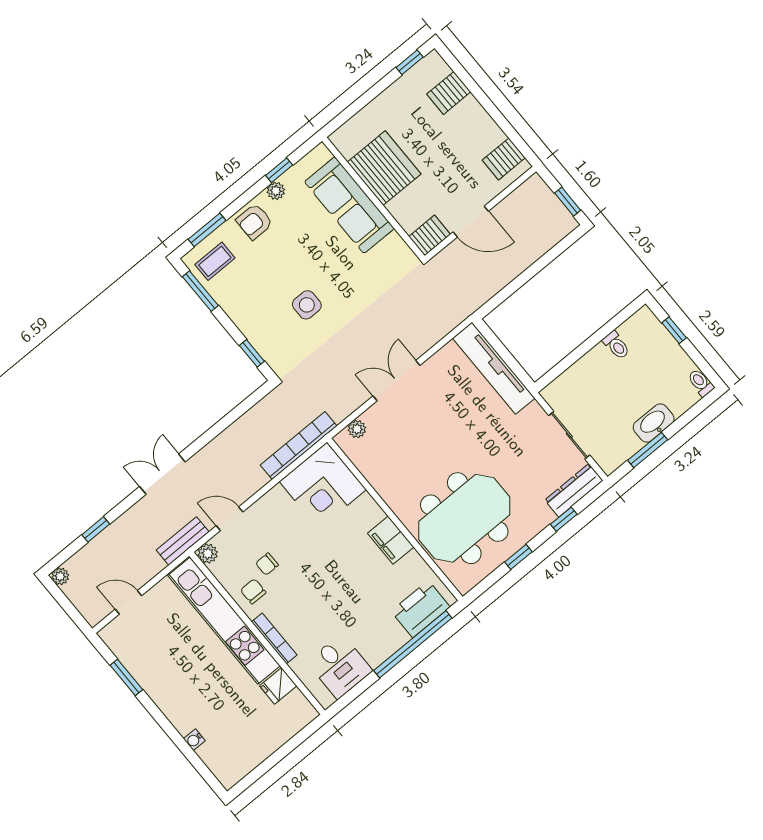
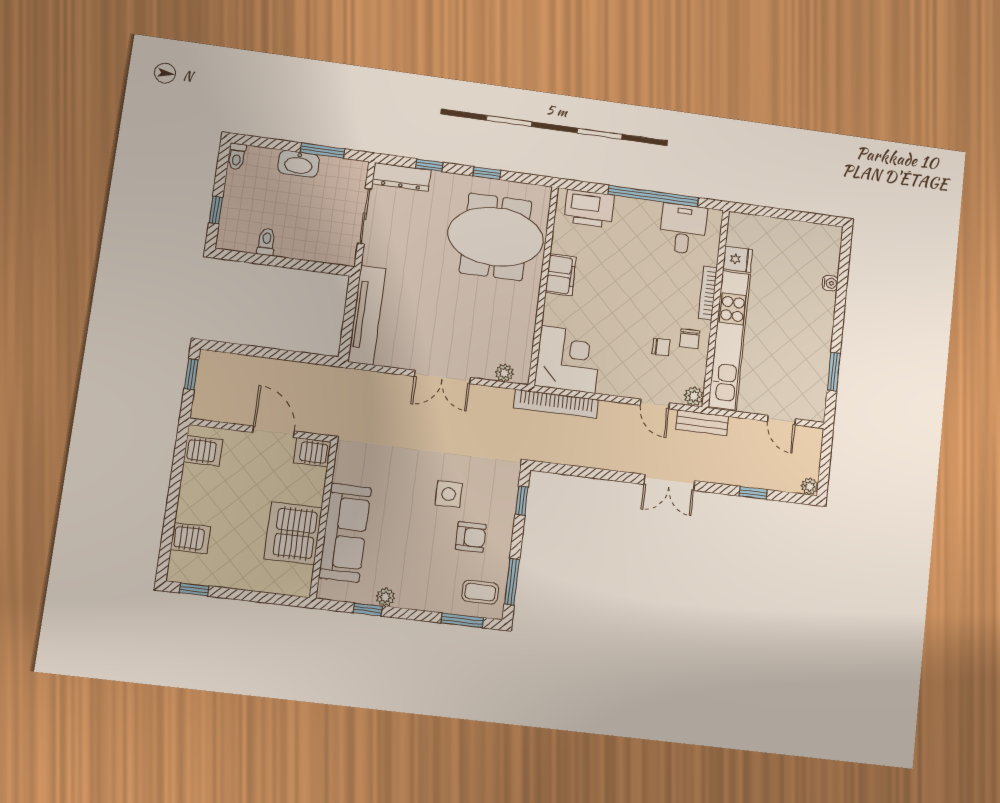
armchair: (254, 222) -> (471, 537), moved
window: (413, 644) -> (653, 196), moved

